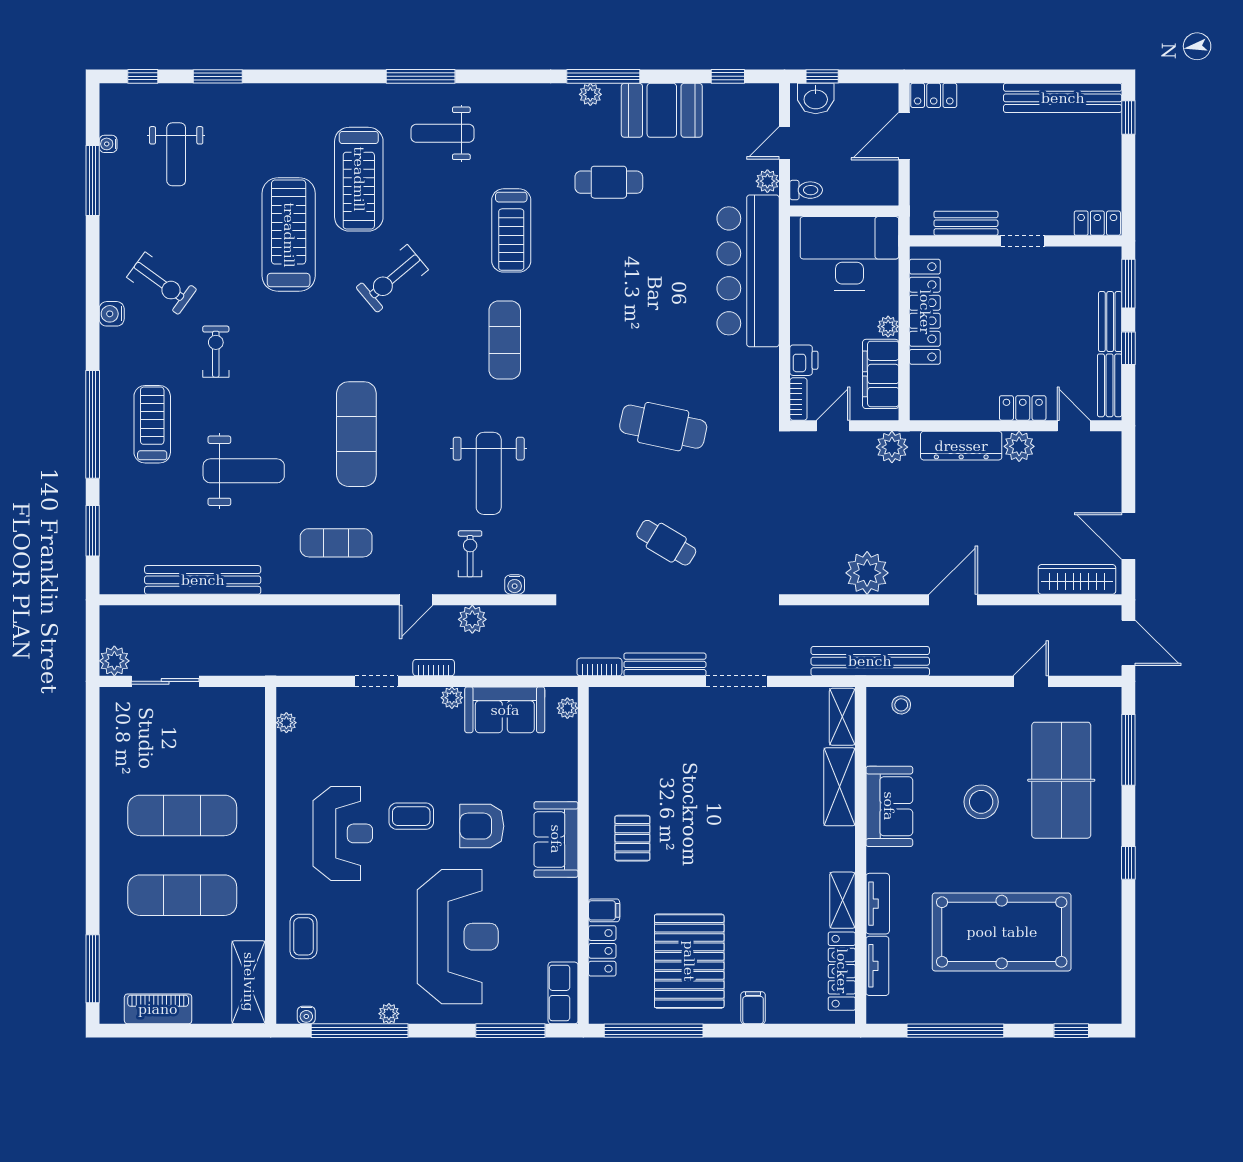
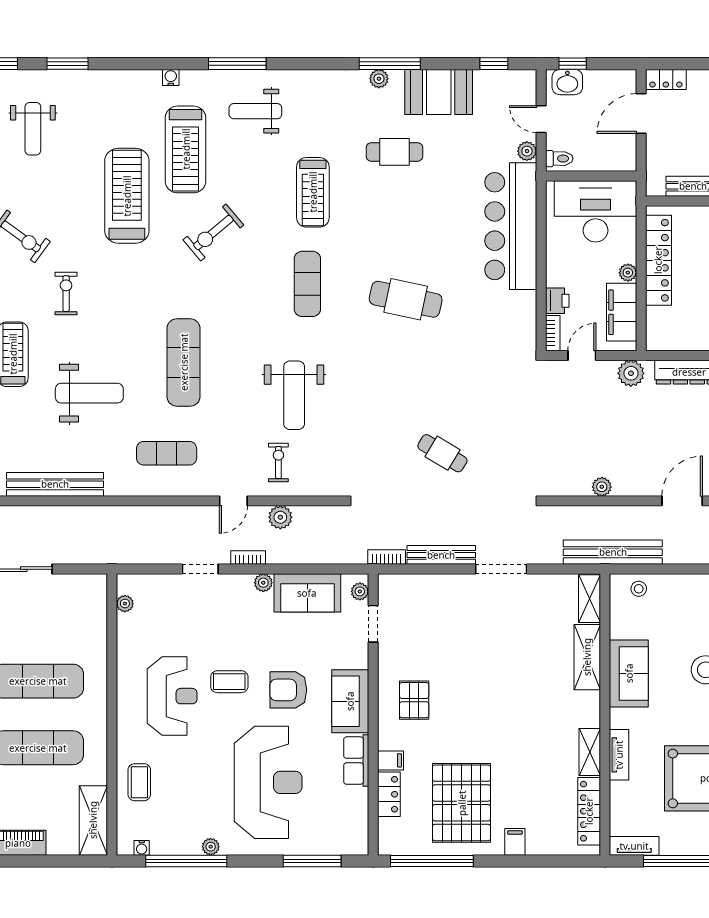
door: (784, 143) -> (541, 119), hinge flipped
cafe table: (663, 427) -> (406, 299), moved
plant: (867, 573) -> (602, 487), width x0.53, depth x0.53
water cooler: (515, 585) -> (171, 77), moved, turned 180
doorway: (583, 747) -> (373, 624), added
tv unit: (877, 966) -> (634, 846), moved, turned -90
row of seats: (563, 993) -> (356, 761), moved

